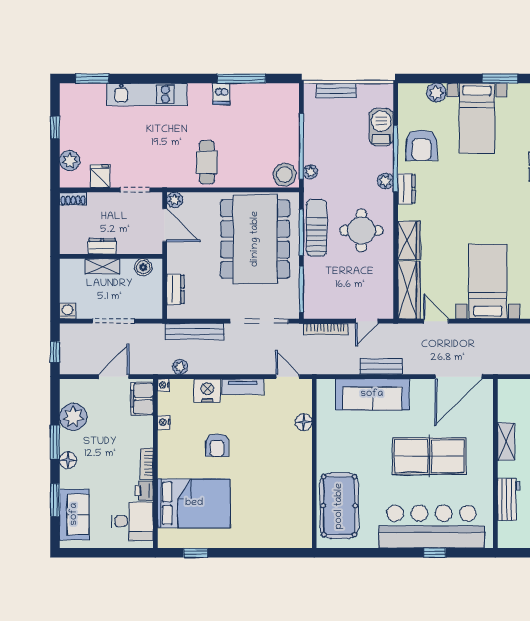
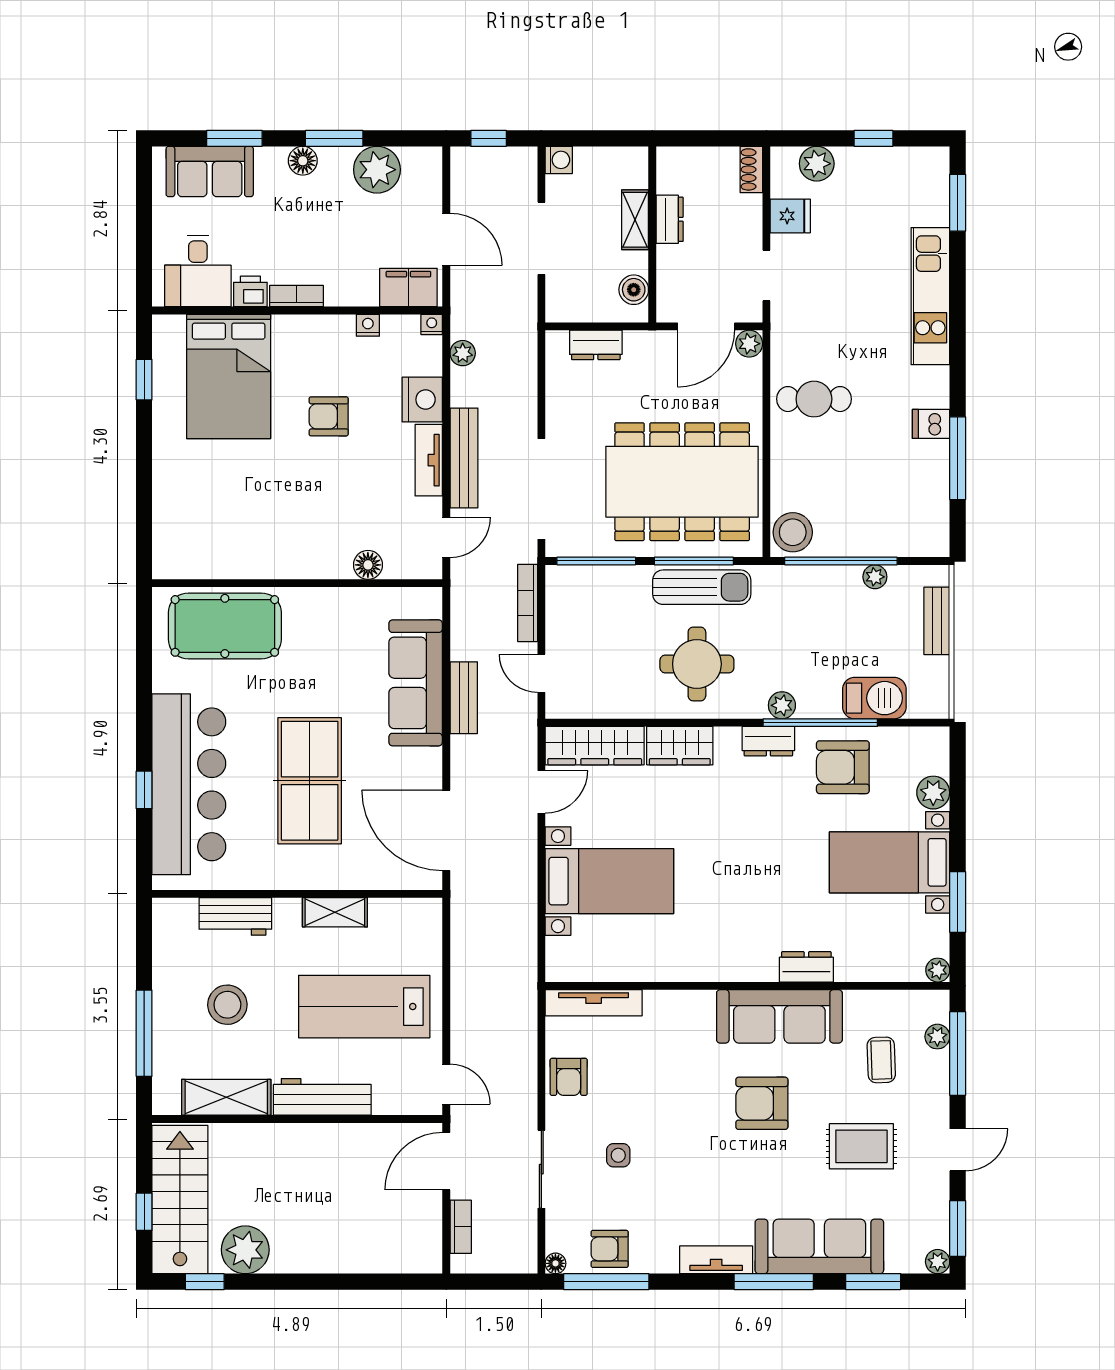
plant: (310, 172) -> (875, 577), moved
bench: (195, 331) -> (464, 458), moved

